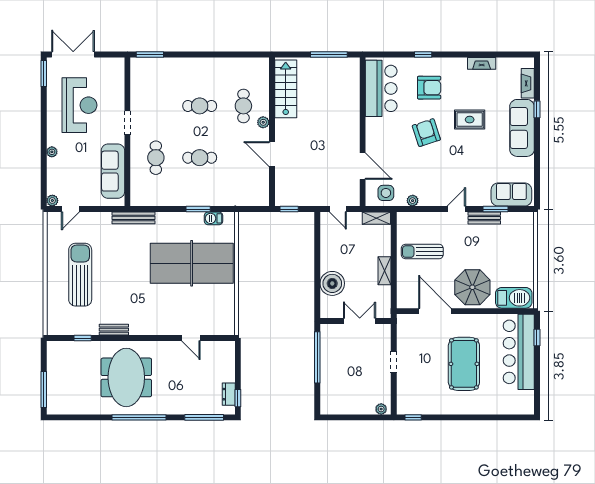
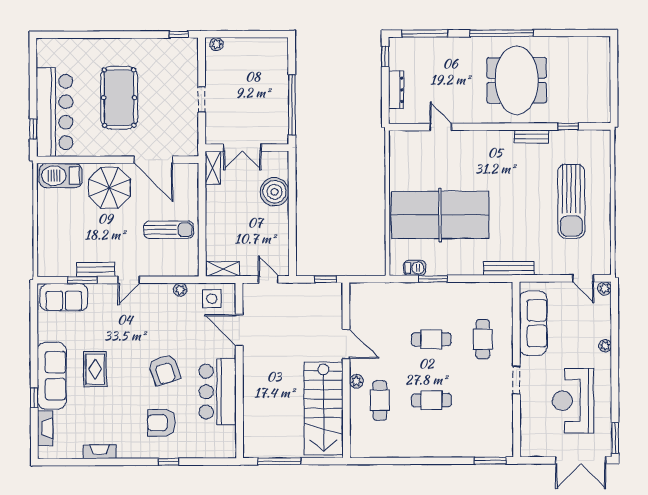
bar counter: (381, 88) -> (218, 392), moved
stairs: (286, 89) -> (324, 408), width x1.36, depth x1.51
rug: (470, 120) -> (95, 369), moved, turned 90
door: (70, 209) -> (583, 278), swing flipped
shelving: (385, 271) -> (213, 168), moved
window: (44, 389) -> (614, 66), removed
dresser: (229, 394) -> (396, 90), moved, width x1.44

